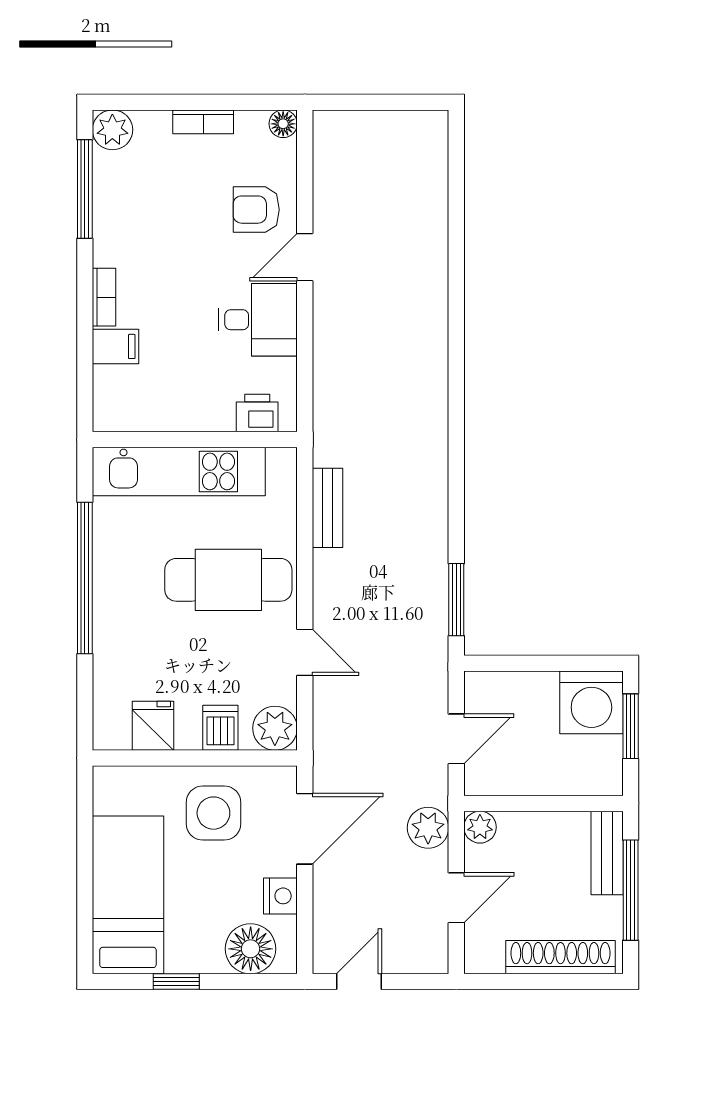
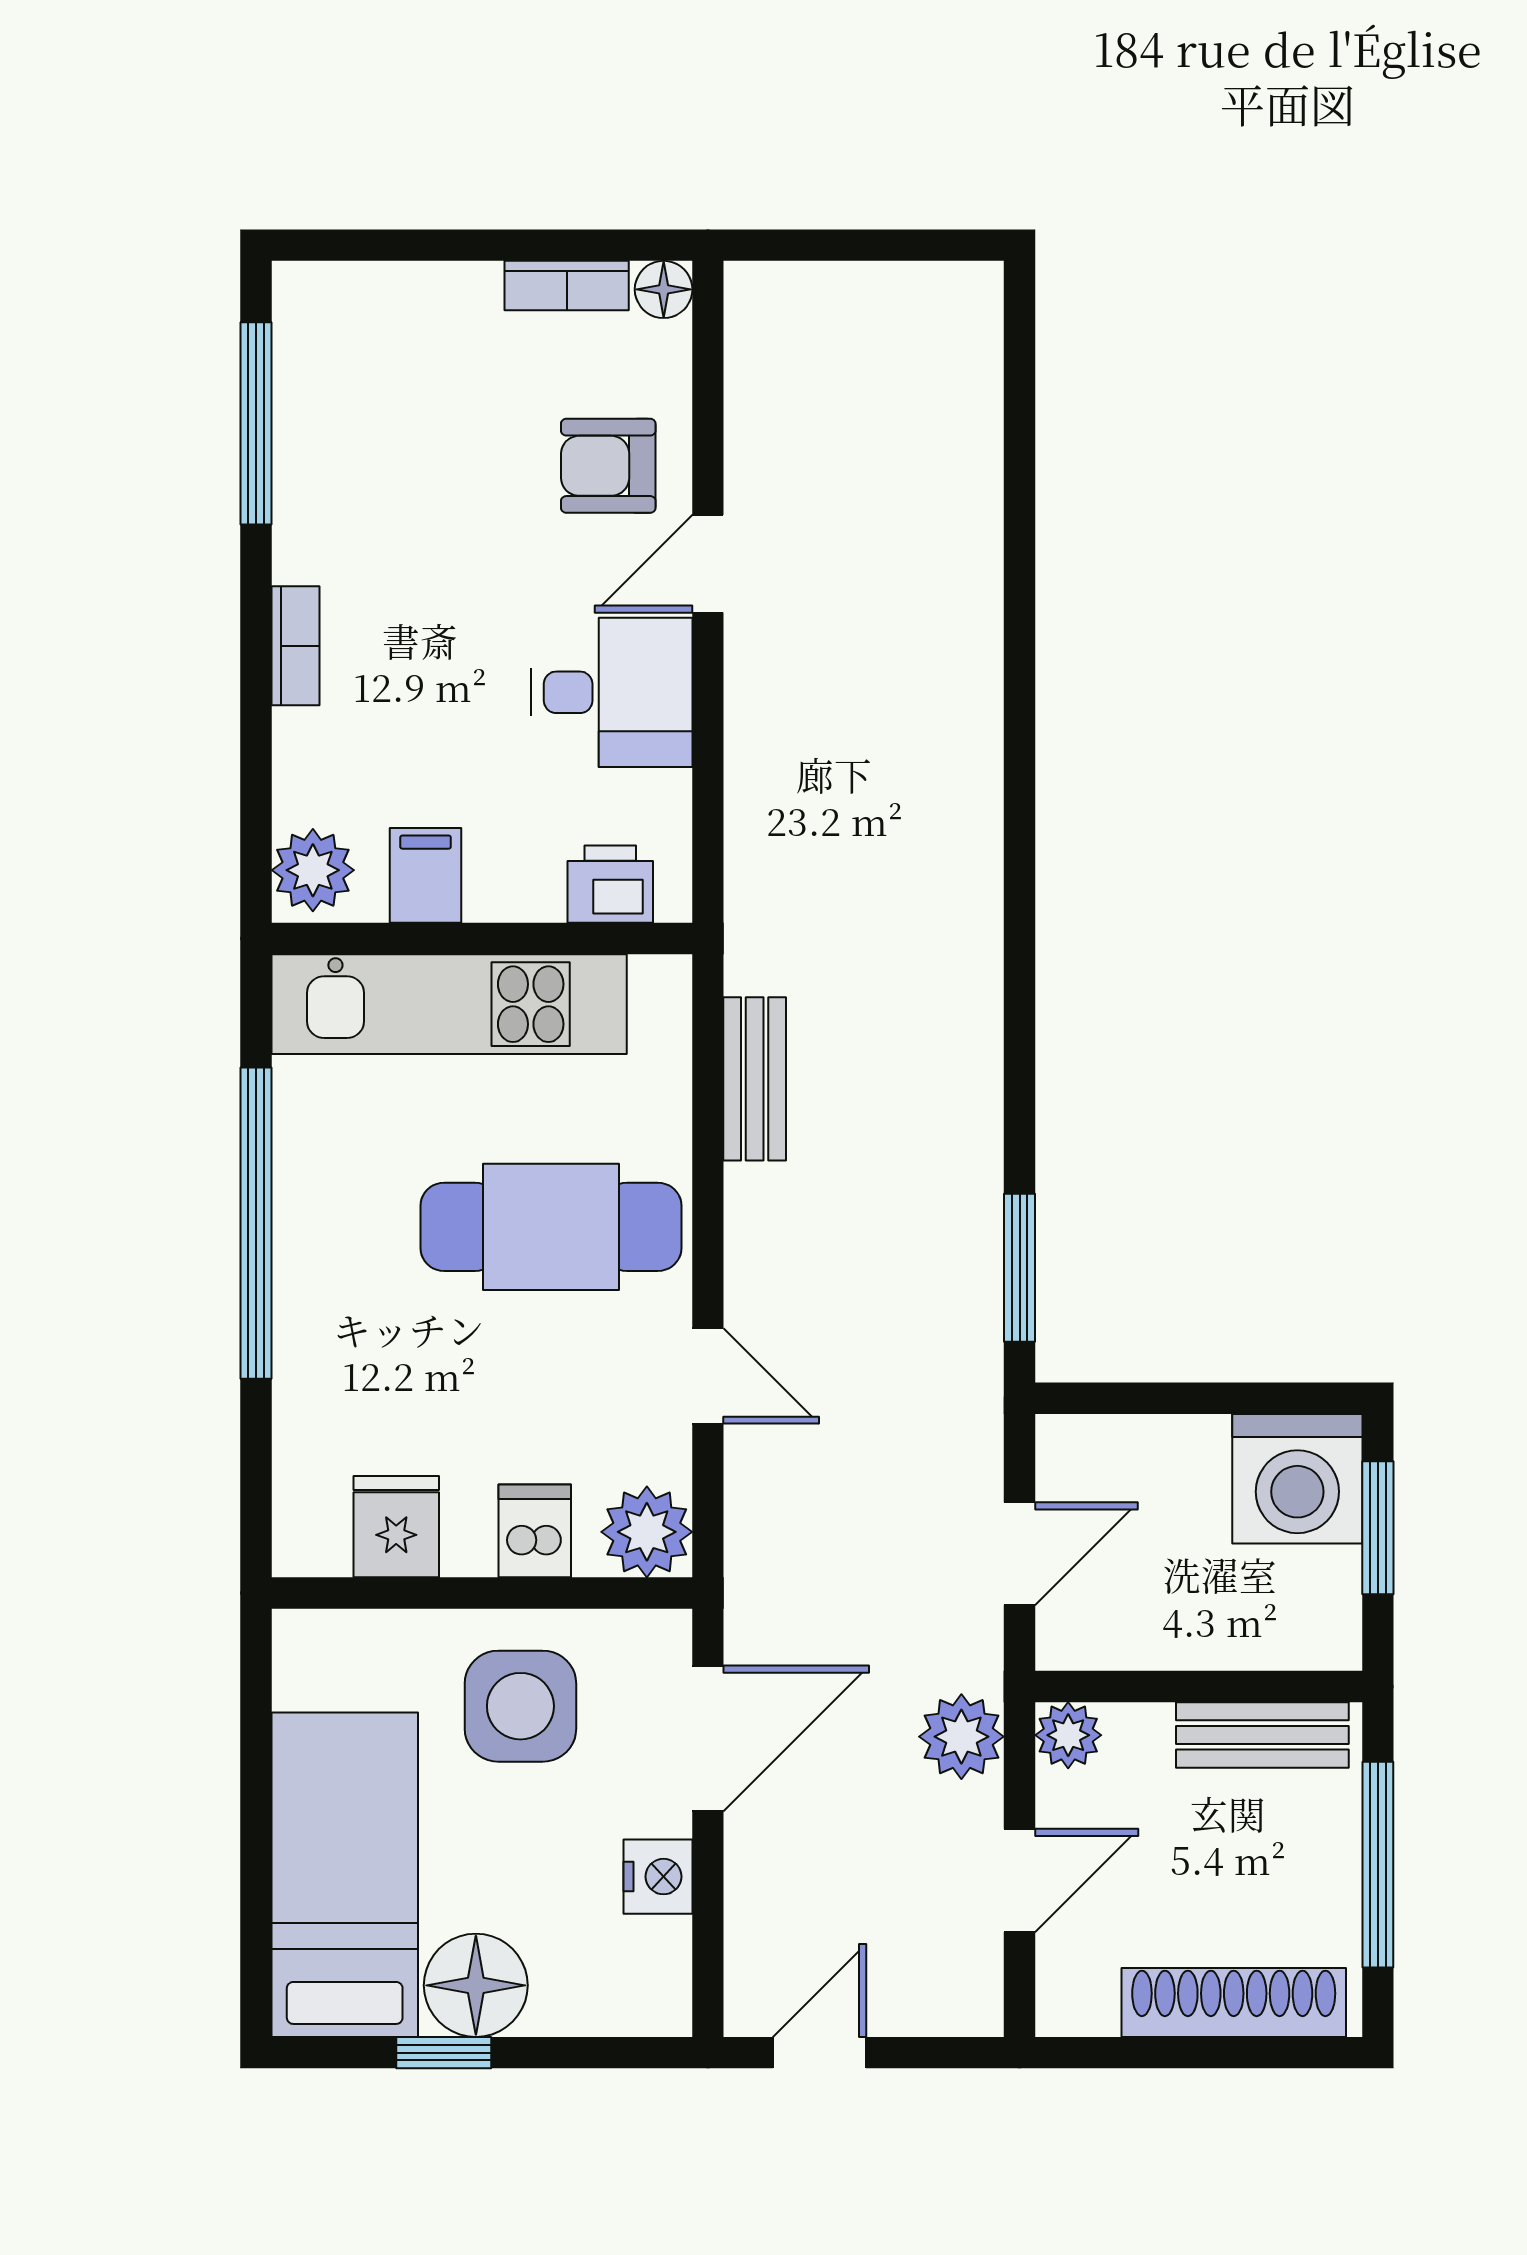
bookcase: (203, 122) -> (567, 286), moved
plant: (112, 130) -> (313, 870), moved
filing cabinet: (116, 346) -> (426, 875), moved, turned -90
bench: (607, 853) -> (1262, 1735), moved, turned 90
floor lamp: (251, 949) -> (476, 1985), moved

